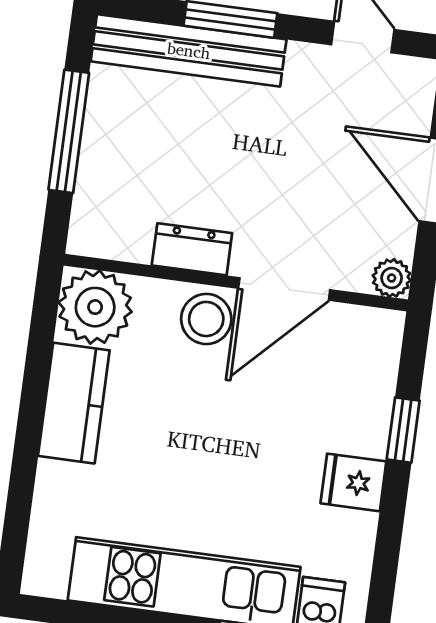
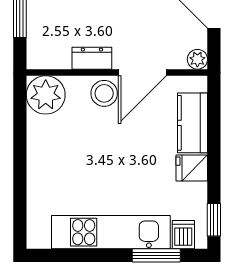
kitchen counter: (74, 403) -> (193, 123), moved, turned 180
window: (403, 430) -> (214, 220), moved

